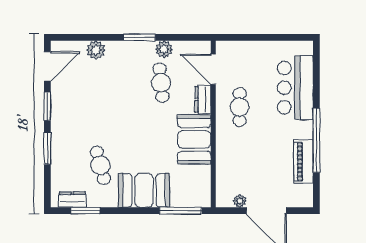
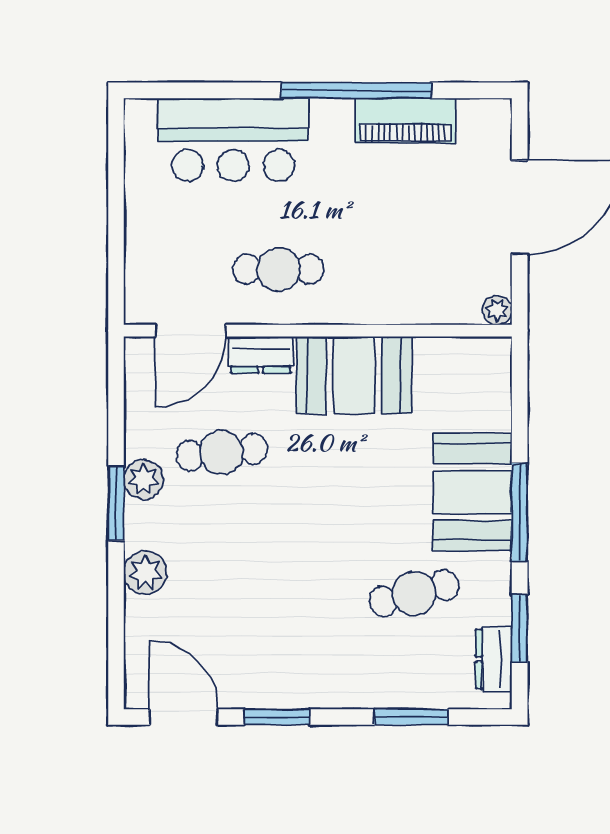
plant: (164, 49) -> (144, 479), moved
plant: (96, 50) -> (145, 573), moved
window: (47, 148) -> (411, 717), moved
plant: (240, 201) -> (497, 310), moved
window: (181, 211) -> (520, 512), moved

